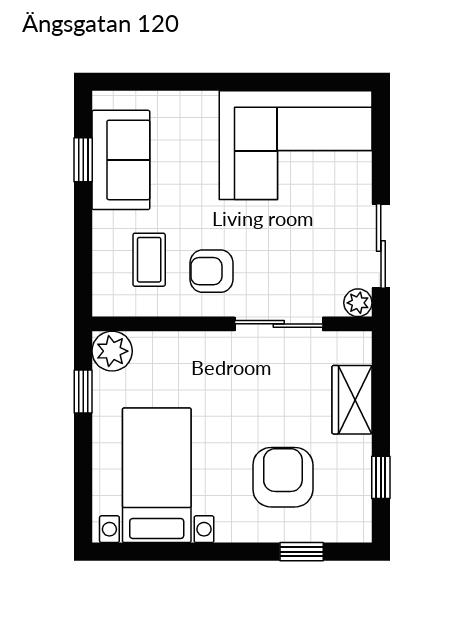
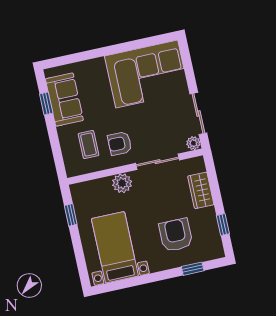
plant: (112, 351) -> (122, 183), moved

